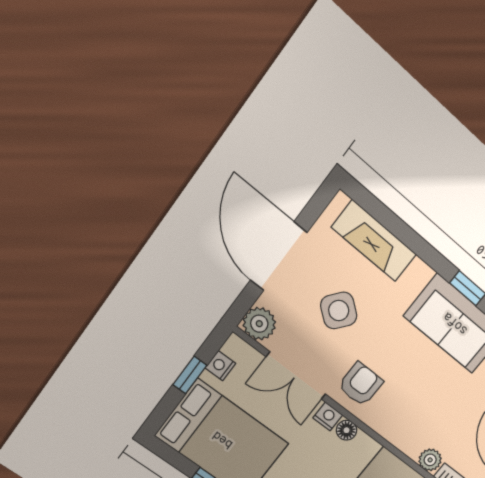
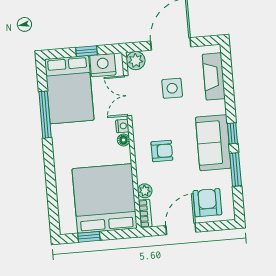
side table: (339, 311) -> (172, 88), turned -38
nightstand: (220, 366) -> (103, 65), width x1.89, depth x1.79
armchair: (361, 384) -> (162, 151), moved

